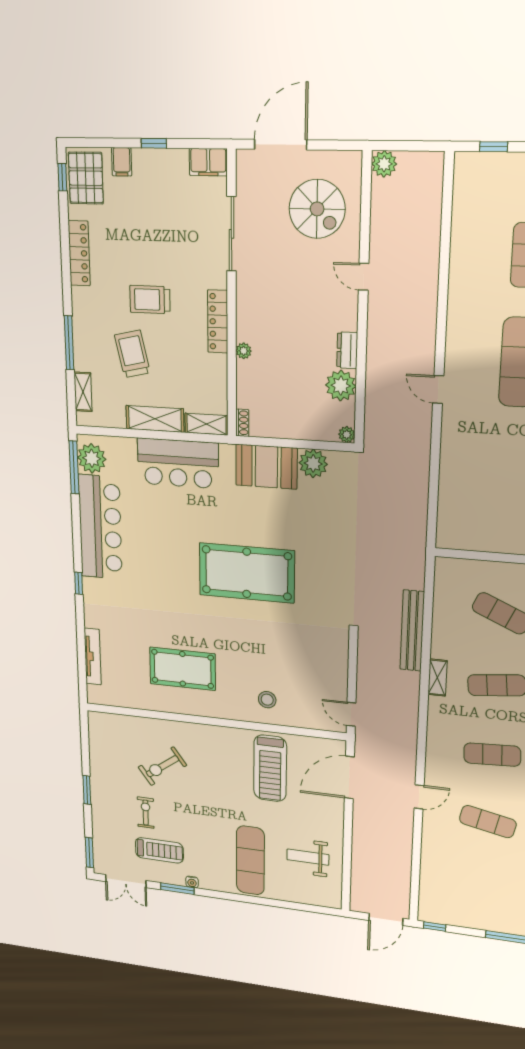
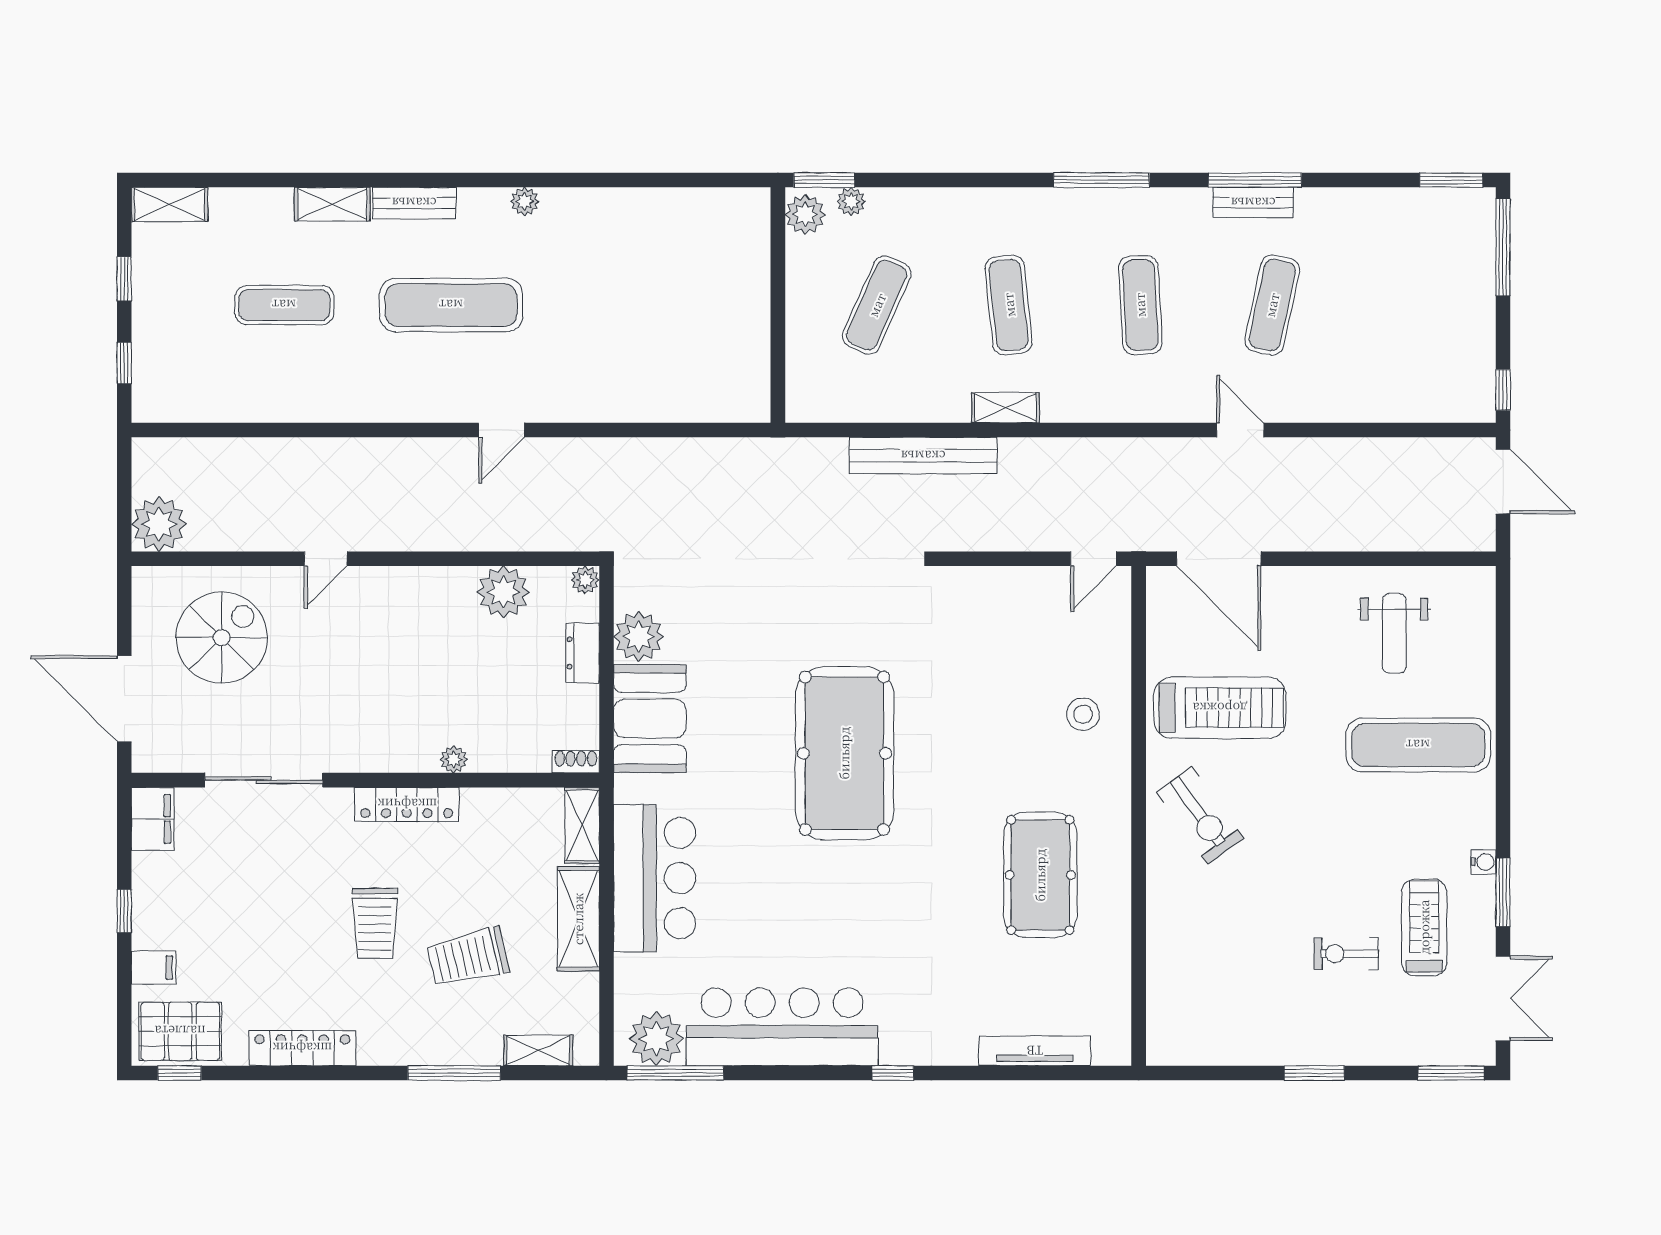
plant: (384, 164) -> (159, 524), width x1.36, depth x1.36
dresser: (347, 350) -> (583, 653), moved, turned 90
exercise bike: (162, 766) -> (1200, 815), moved

